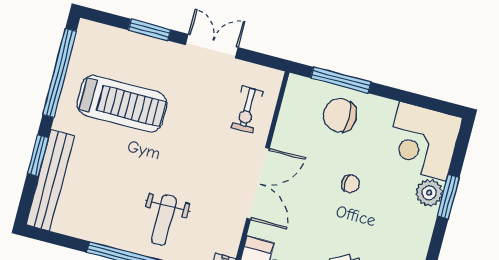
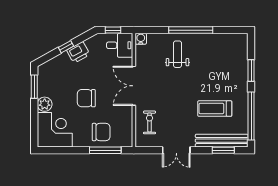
window: (149, 30) -> (223, 150), moved
treadmill: (122, 104) -> (215, 109), width x0.73, depth x0.73
bench: (50, 180) -> (222, 141), moved, turned 90
chair: (351, 184) -> (86, 98), width x1.87, depth x1.87
window: (448, 197) -> (34, 87), moved

